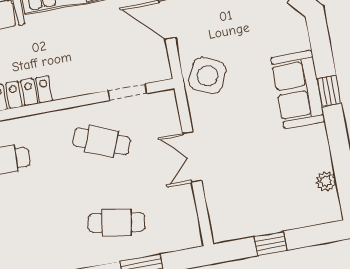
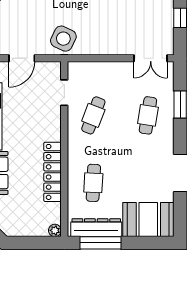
double door: (192, 157) -> (151, 58), moved

